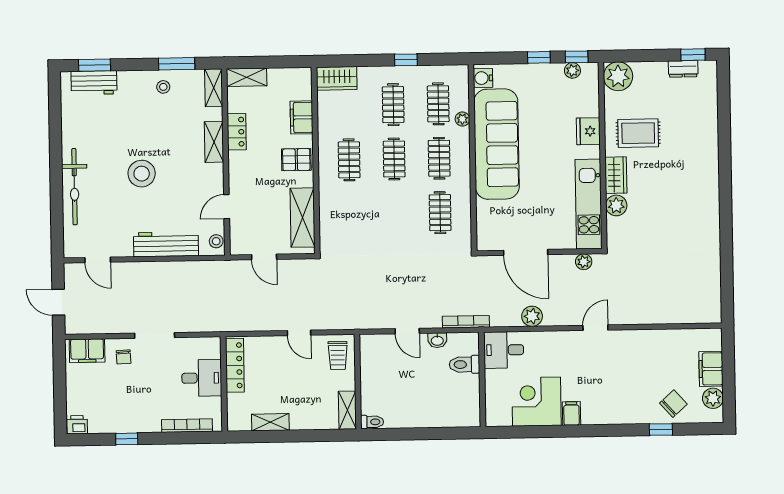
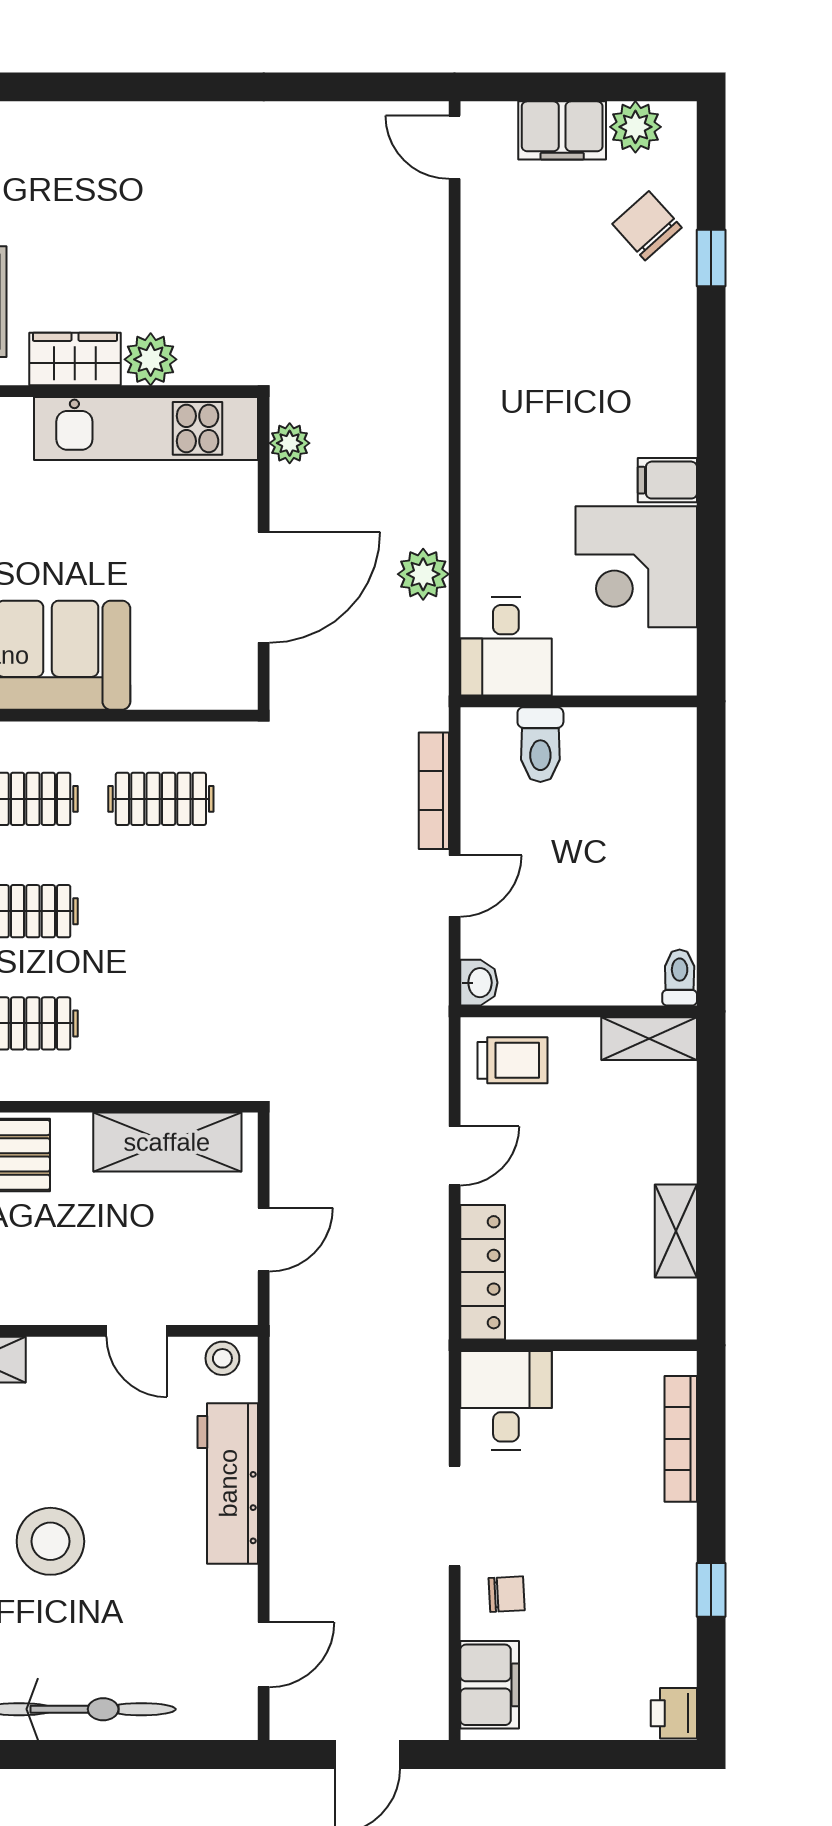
bookcase: (466, 322) -> (434, 791), moved
door: (595, 328) -> (455, 147), moved
washbasin: (437, 340) -> (479, 983), moved
locker: (235, 365) -> (483, 1272), moved, turned 90
desk: (202, 378) -> (506, 1400), moved

